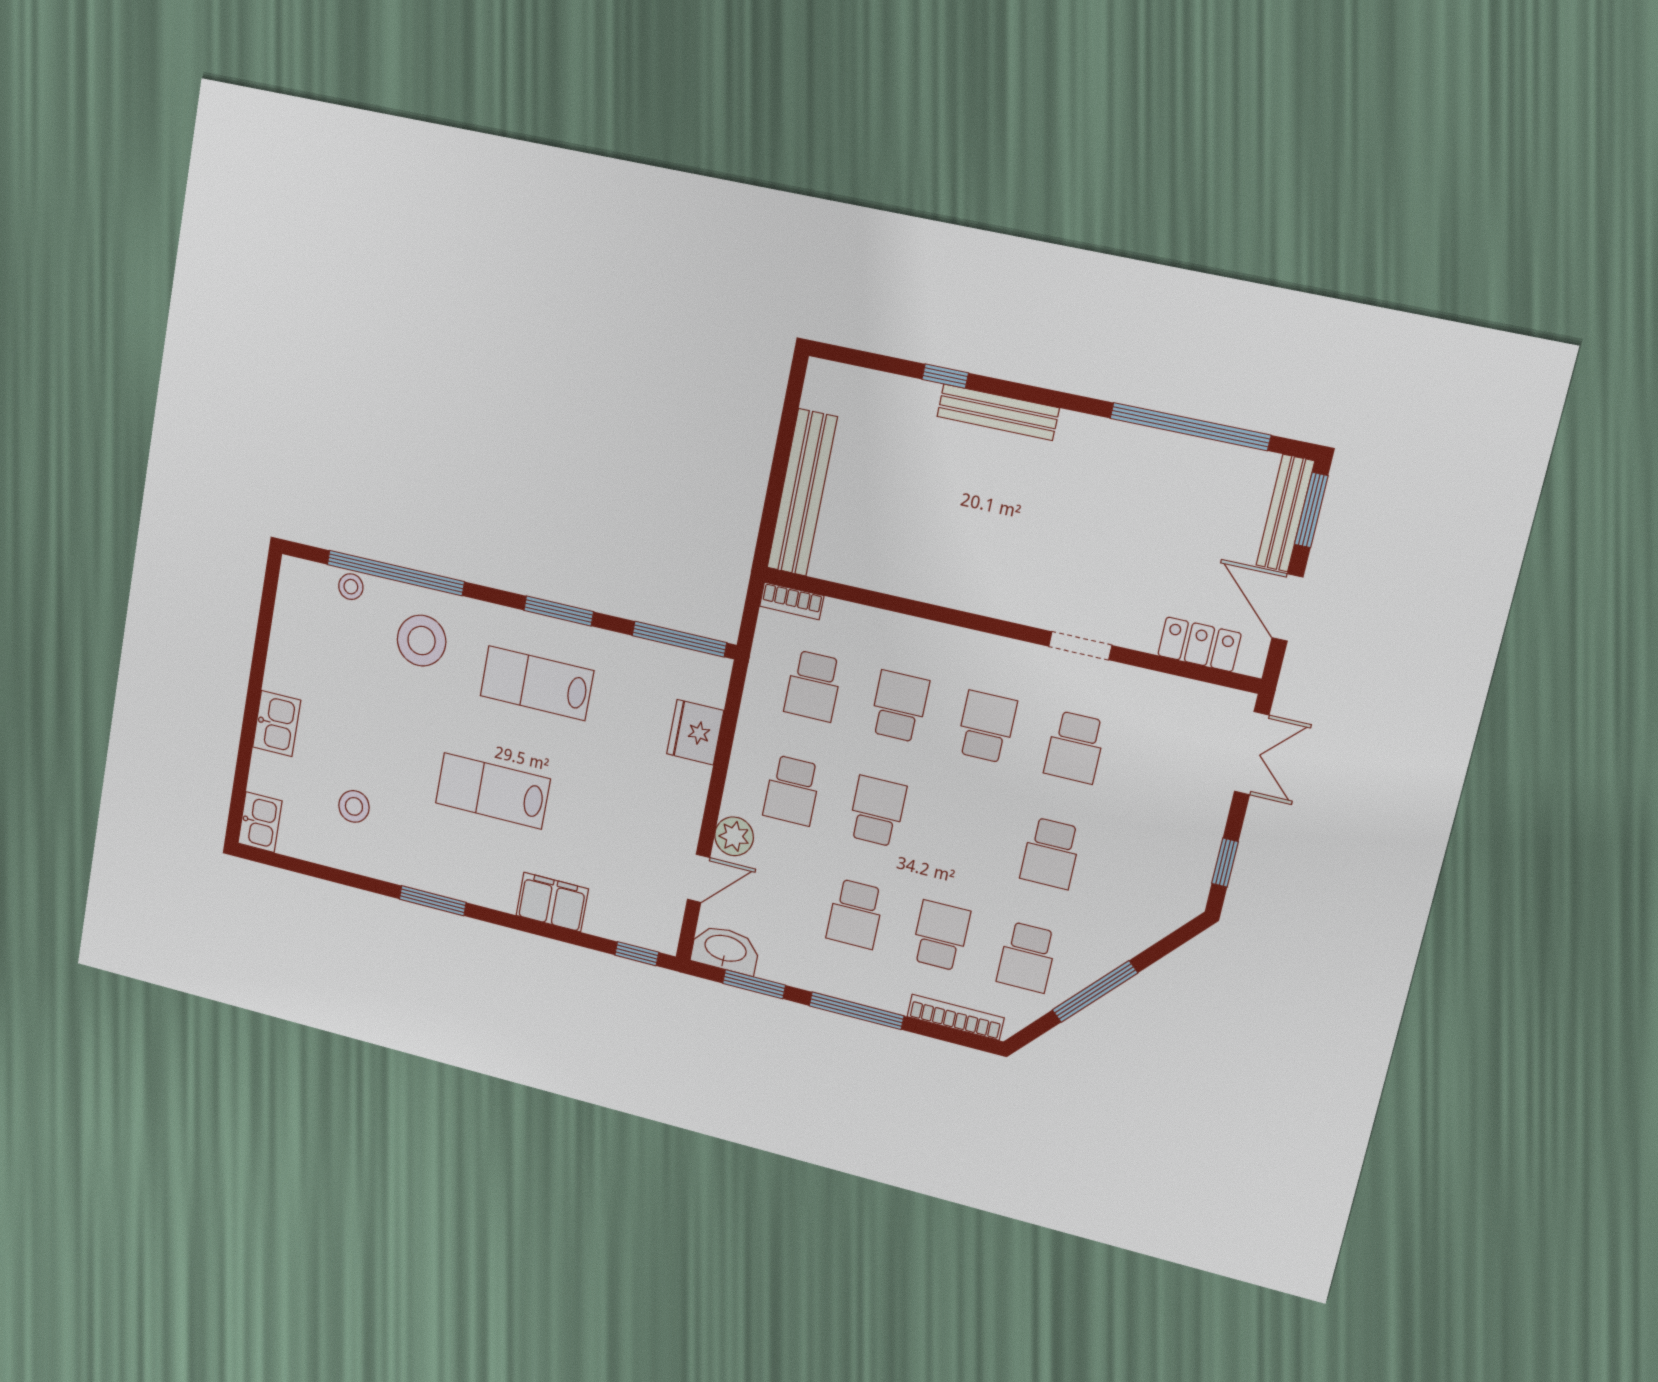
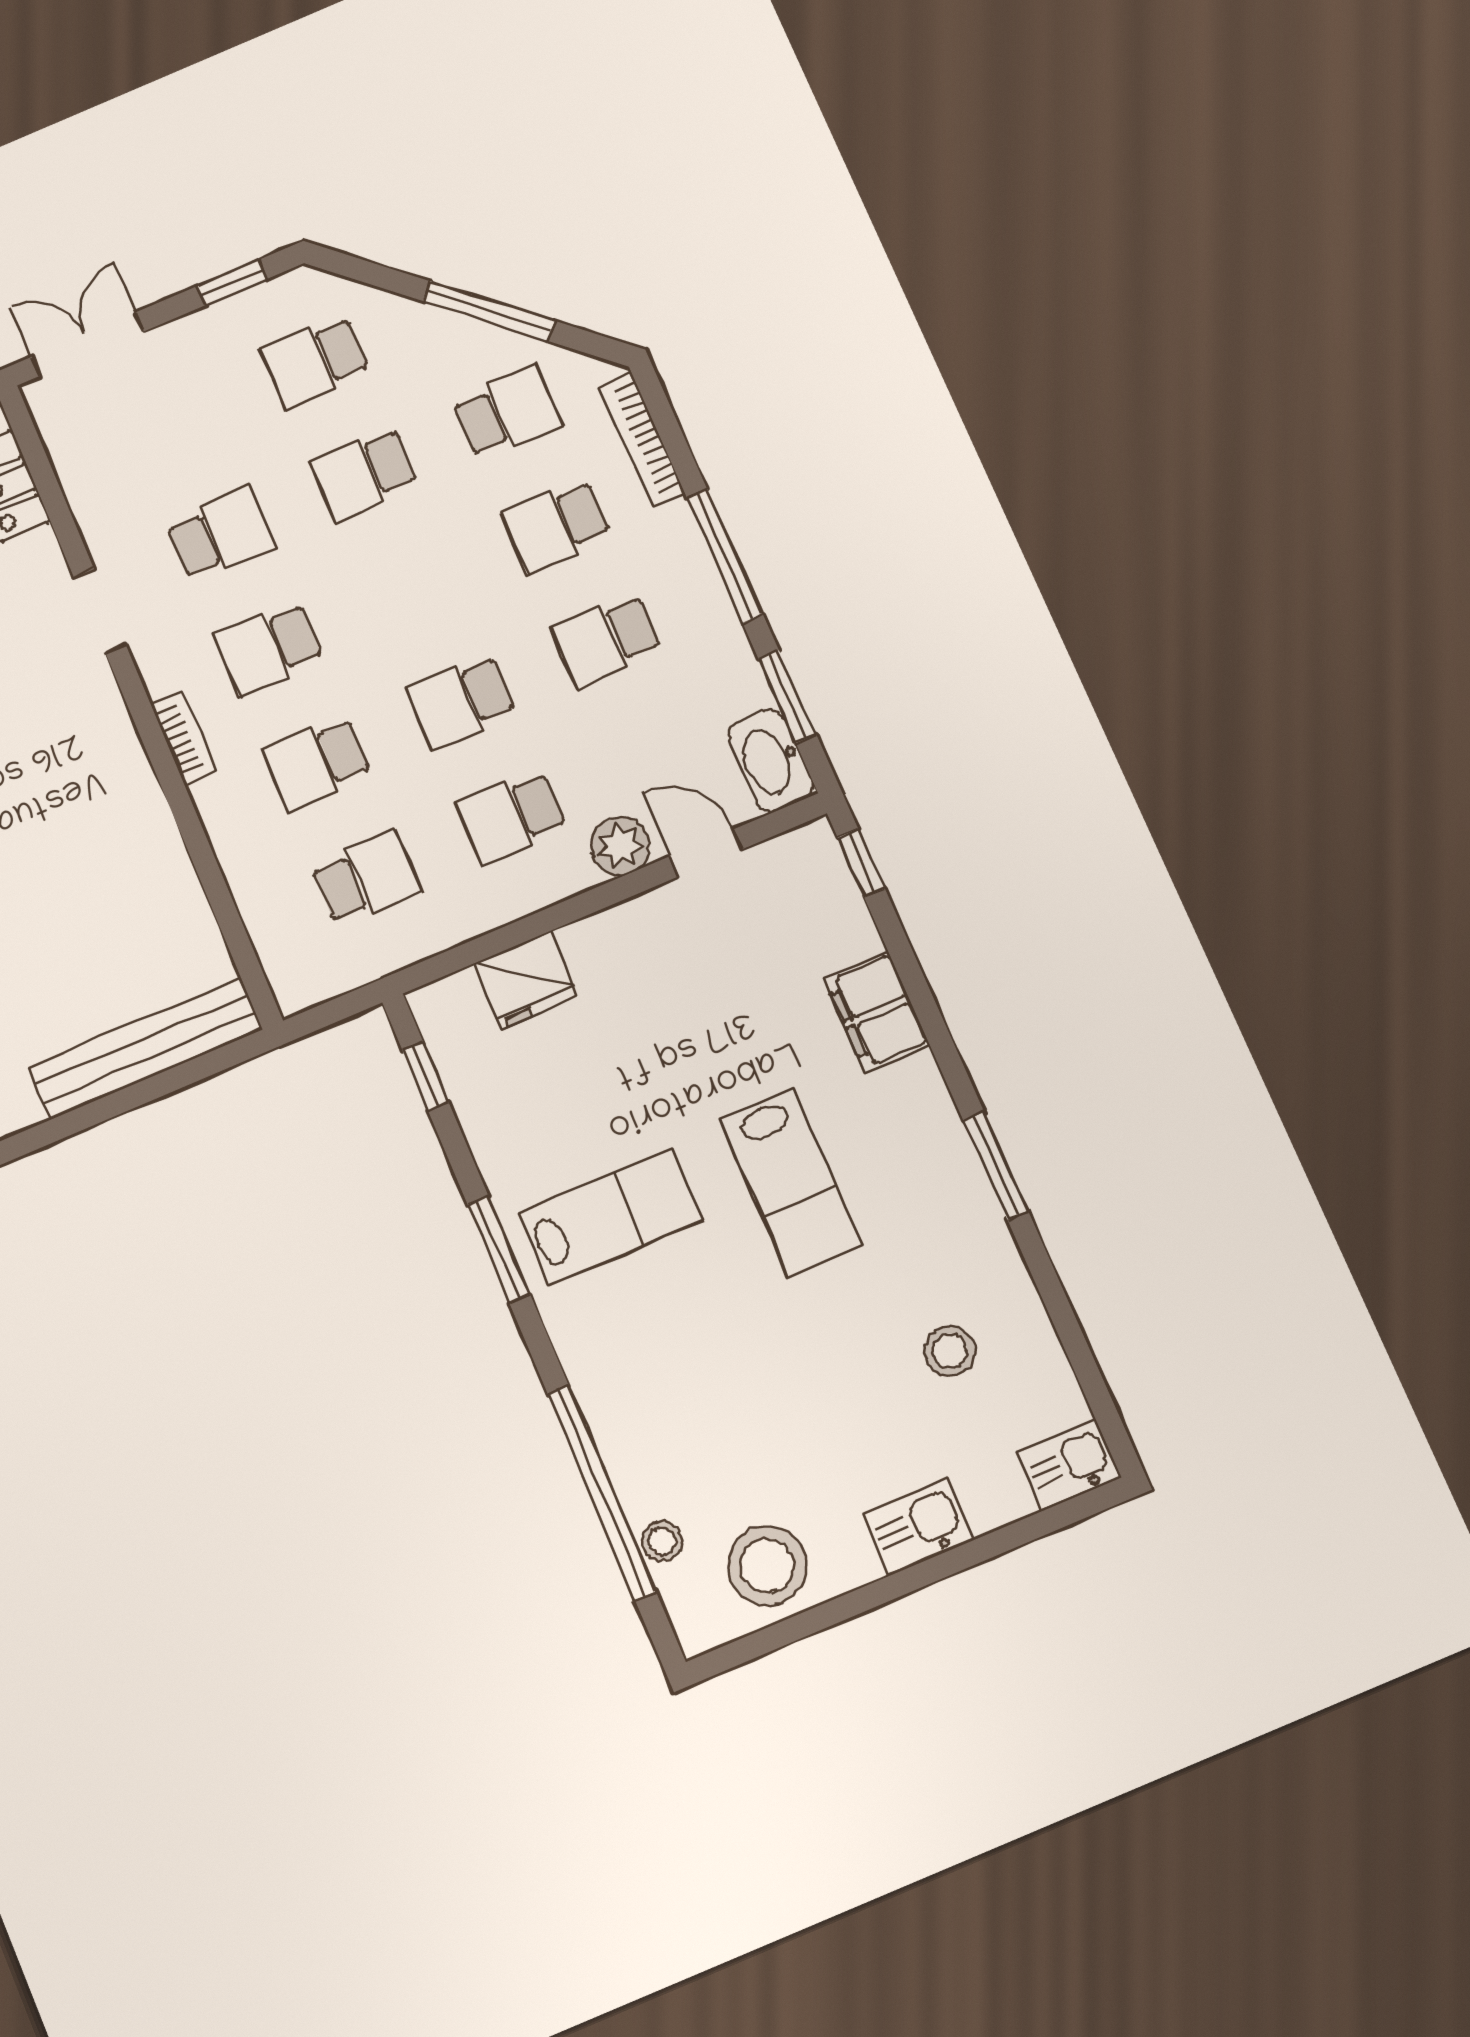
bookcase: (792, 601) -> (184, 738), moved
window: (679, 639) -> (426, 1076), width x0.46
stool: (422, 641) -> (767, 1566), moved
lab bench: (537, 683) -> (610, 1217), turned -90
school desk: (792, 790) -> (511, 816), turned 180
school desk: (1051, 853) -> (364, 473), turned 180
school desk: (1139, 875) -> (315, 361), added
school desk: (855, 914) -> (606, 639), turned 180

